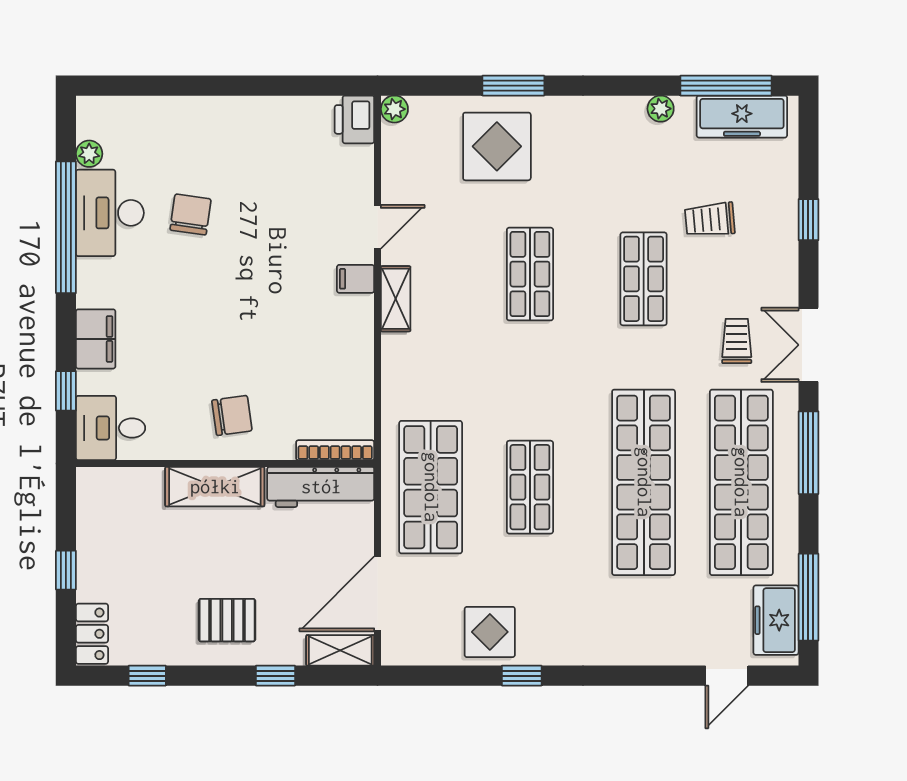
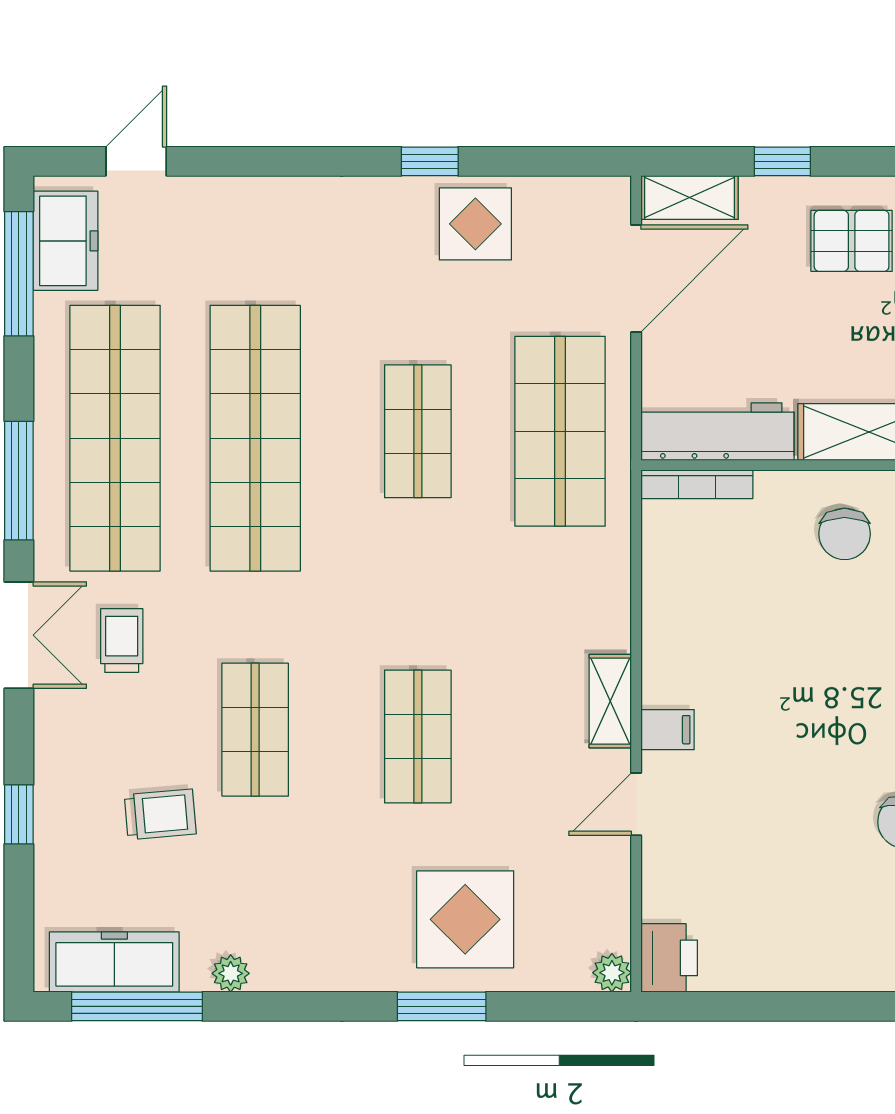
trolley: (737, 341) -> (122, 641), turned 180
chair: (232, 415) -> (845, 534), turned -82

